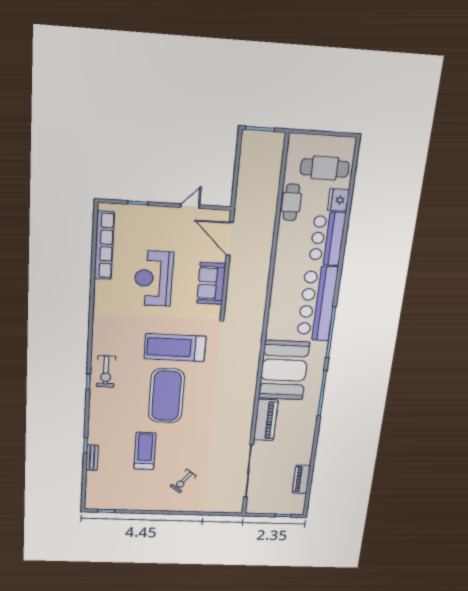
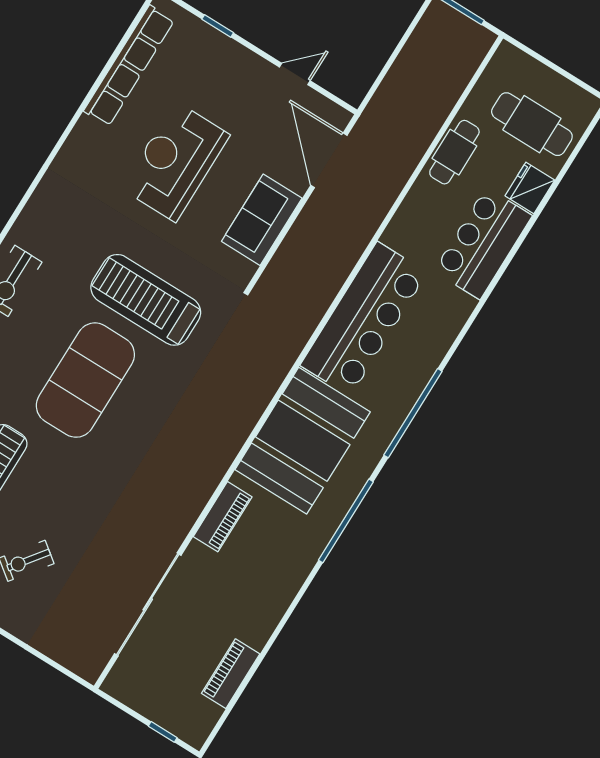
bar counter: (317, 303) -> (364, 319), moved, turned 180
piano: (266, 420) -> (223, 517), width x0.73, depth x0.75

